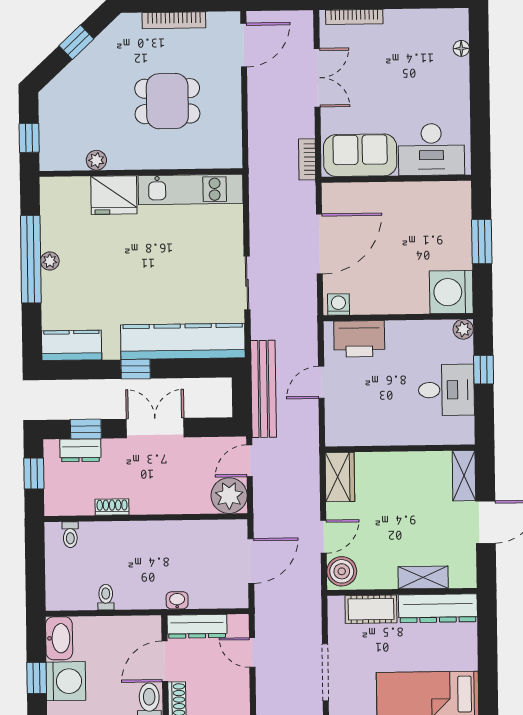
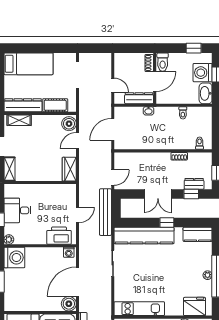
fridge: (114, 195) -> (195, 306), moved
boiler: (337, 198) -> (69, 304), added
plant: (229, 496) -> (123, 161), removed
shelving: (423, 577) -> (19, 120), moved

